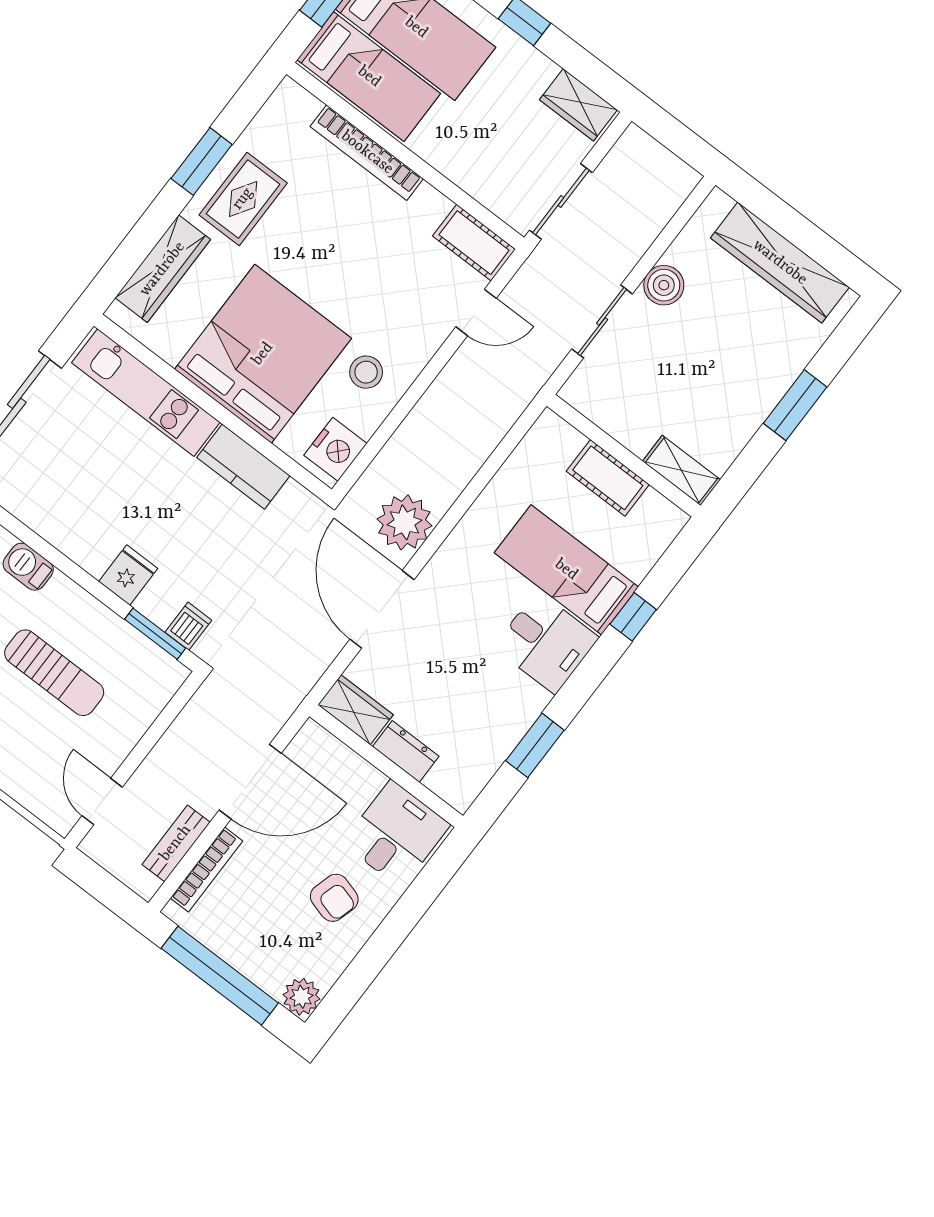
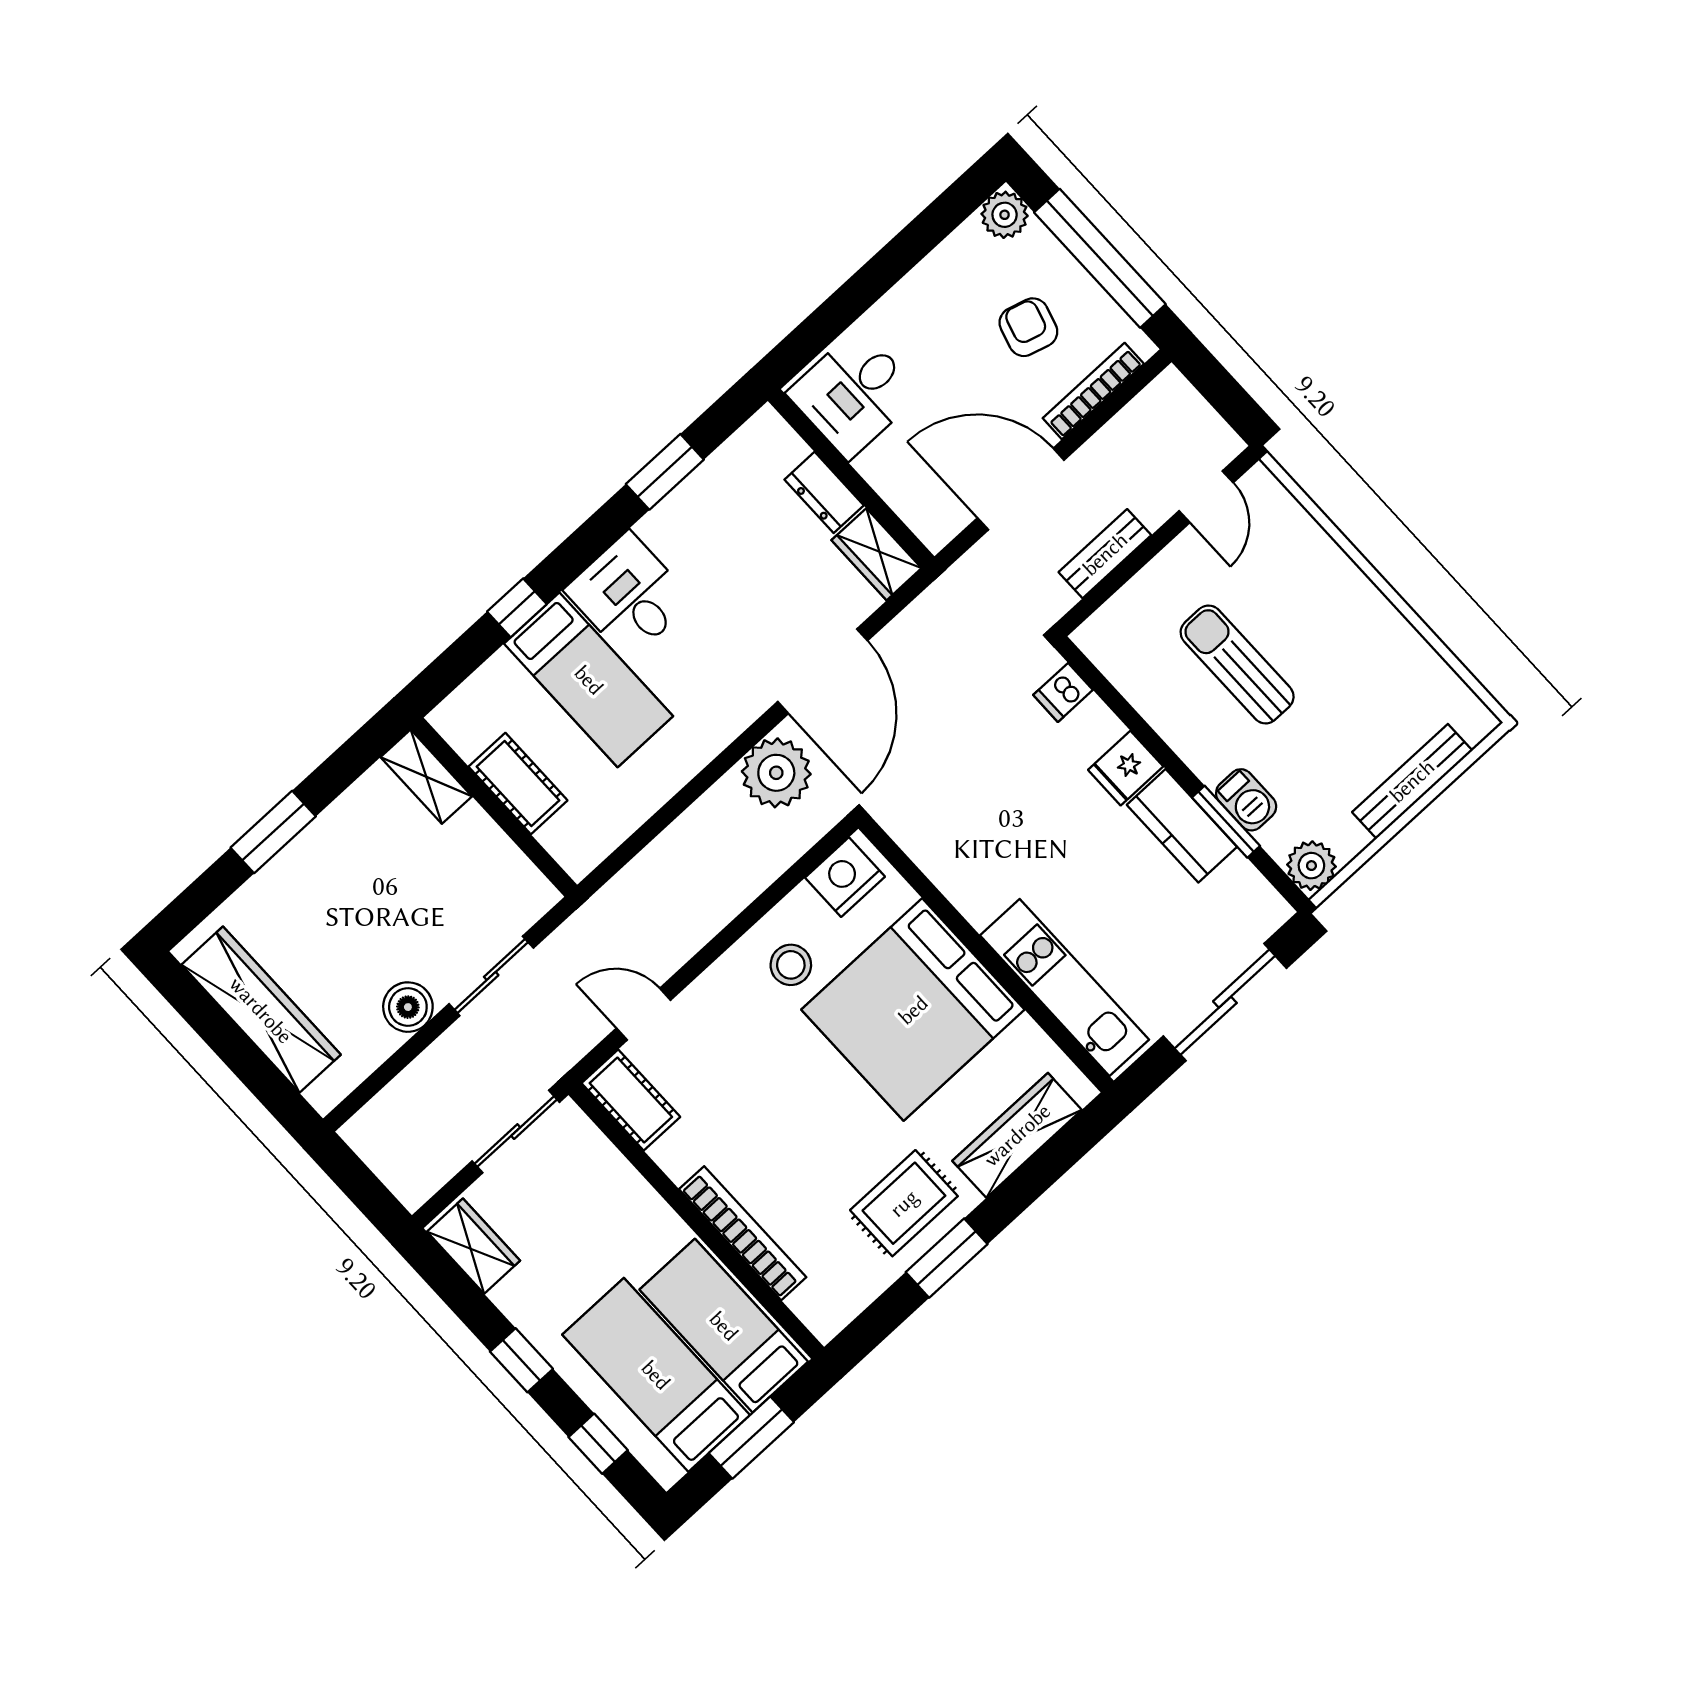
kitchen counter: (243, 467) -> (1182, 826), moved, turned 180
window: (155, 634) -> (1226, 822), moved
bench: (176, 843) -> (1105, 554), moved
armchair: (334, 898) -> (1028, 327), moved

